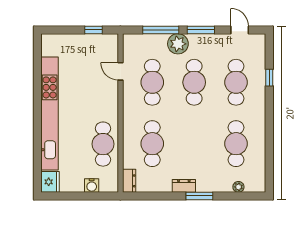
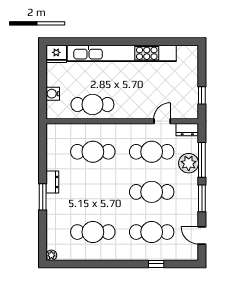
door: (240, 30) -> (202, 235), swing flipped
plant: (178, 44) -> (189, 163), moved
dresser: (129, 181) -> (187, 130), moved
plant: (238, 187) -> (51, 255), moved

